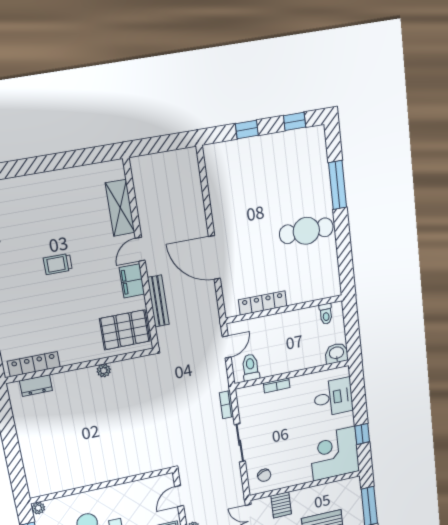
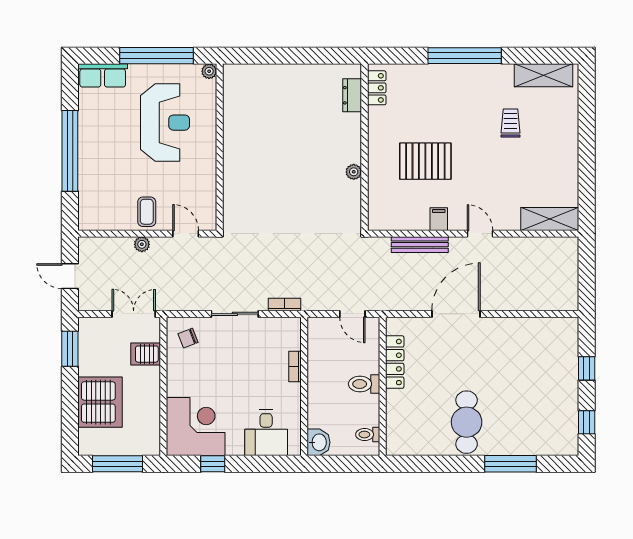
shelving: (120, 208) -> (550, 219), moved
trolley: (58, 264) -> (511, 123), moved
filing cabinet: (132, 281) -> (439, 219), width x0.50
pallet: (125, 330) -> (425, 161), moved, turned 90
locker: (34, 364) -> (377, 88), width x0.66
toilet: (251, 367) -> (364, 384), moved, turned 180

